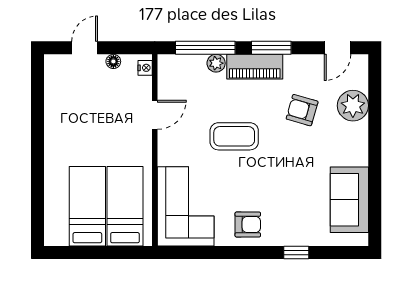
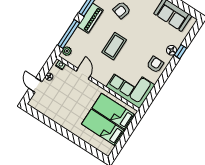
plant: (216, 63) -> (67, 51), moved
floor lamp: (289, 236) -> (172, 50), added

